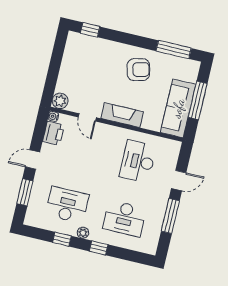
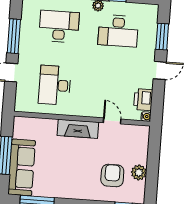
armchair: (138, 70) -> (112, 176), moved, turned 104
plant: (60, 101) -> (139, 173), moved
sofa: (178, 108) -> (22, 167), moved
desk: (138, 161) -> (55, 85), turned 180

